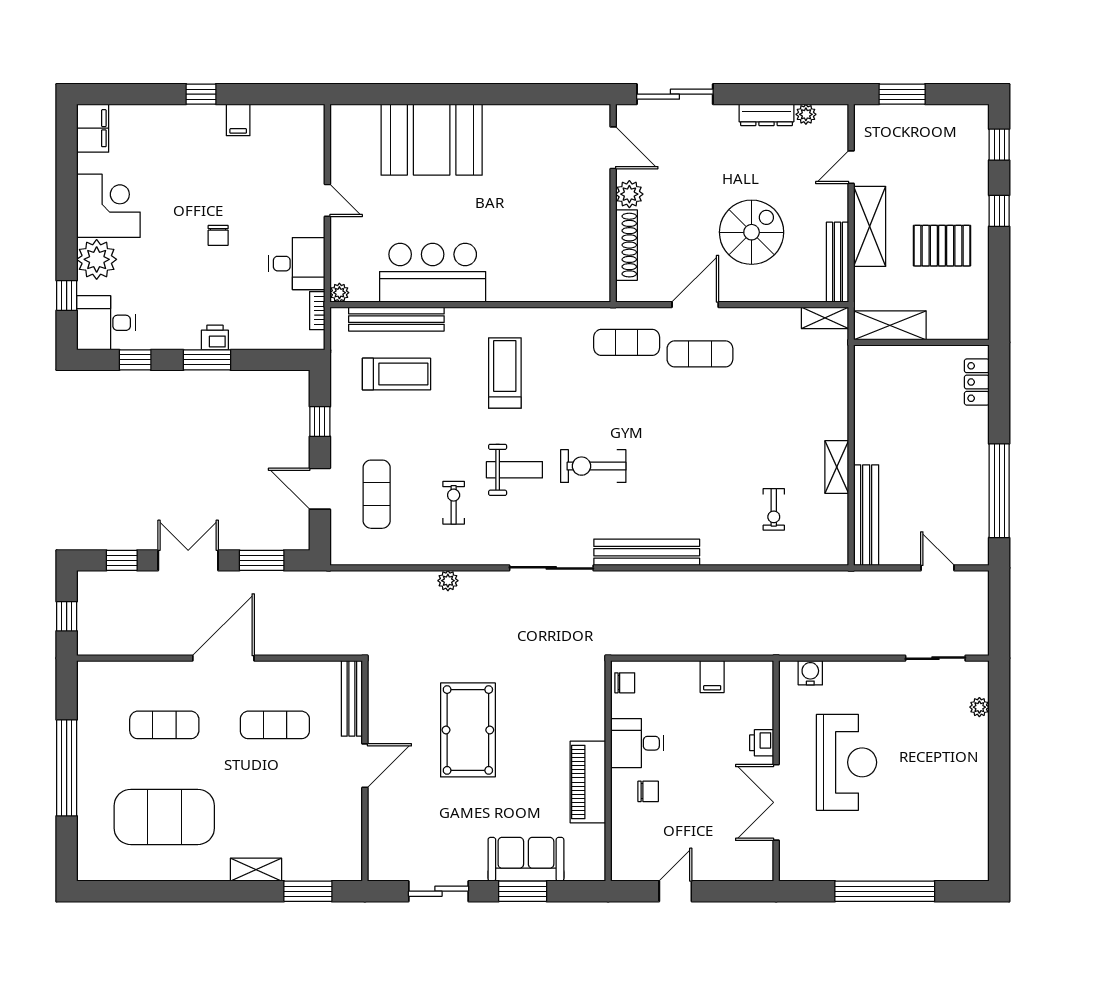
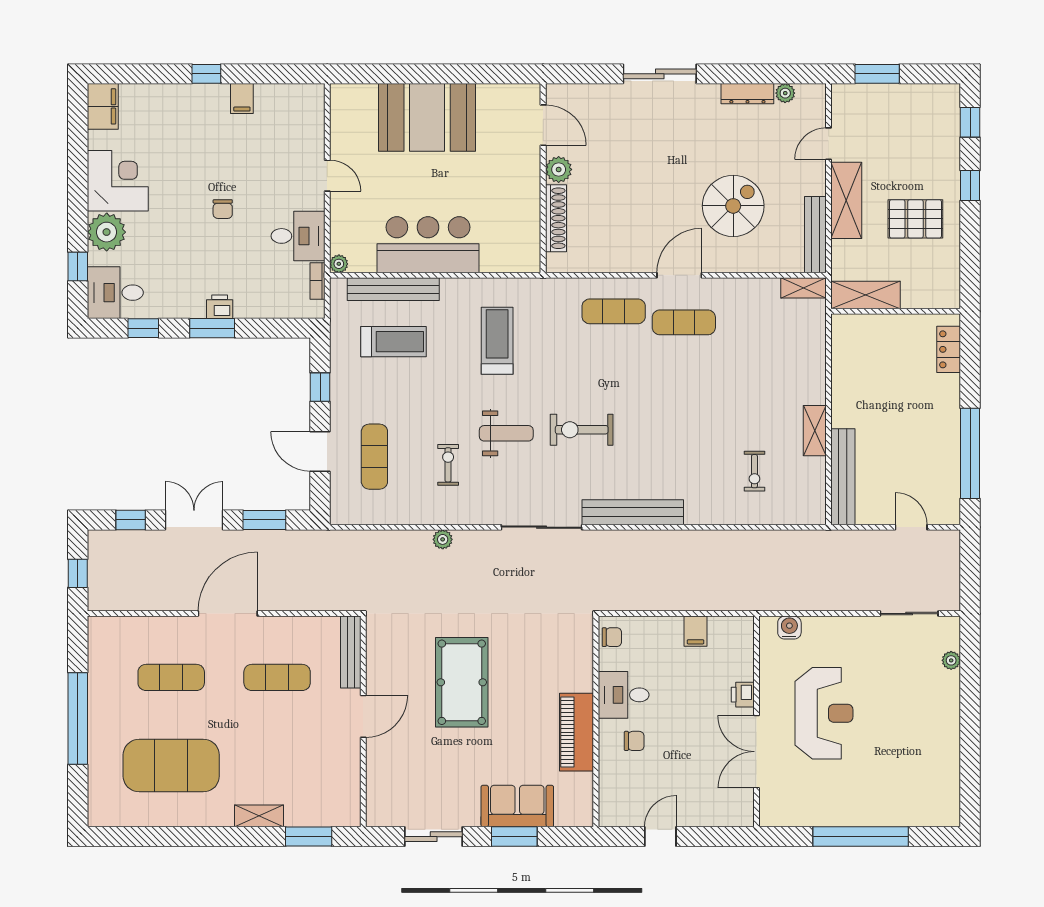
door: (613, 148) -> (543, 125), moved
plant: (629, 194) -> (559, 169), moved
wall: (613, 203) -> (543, 178), moved
shoe rack: (626, 245) -> (556, 218), moved

